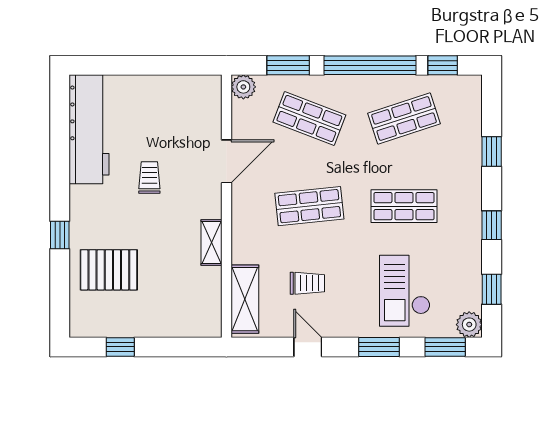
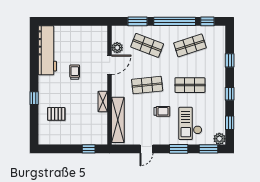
plant: (243, 87) -> (117, 48), moved
pallet: (109, 270) -> (56, 114), width x0.67, depth x0.71
trolley: (307, 283) -> (162, 111), moved
shelving: (245, 299) -> (118, 120), width x1.47
window: (120, 347) -> (89, 149), moved
door: (308, 347) -> (146, 149), swing flipped

